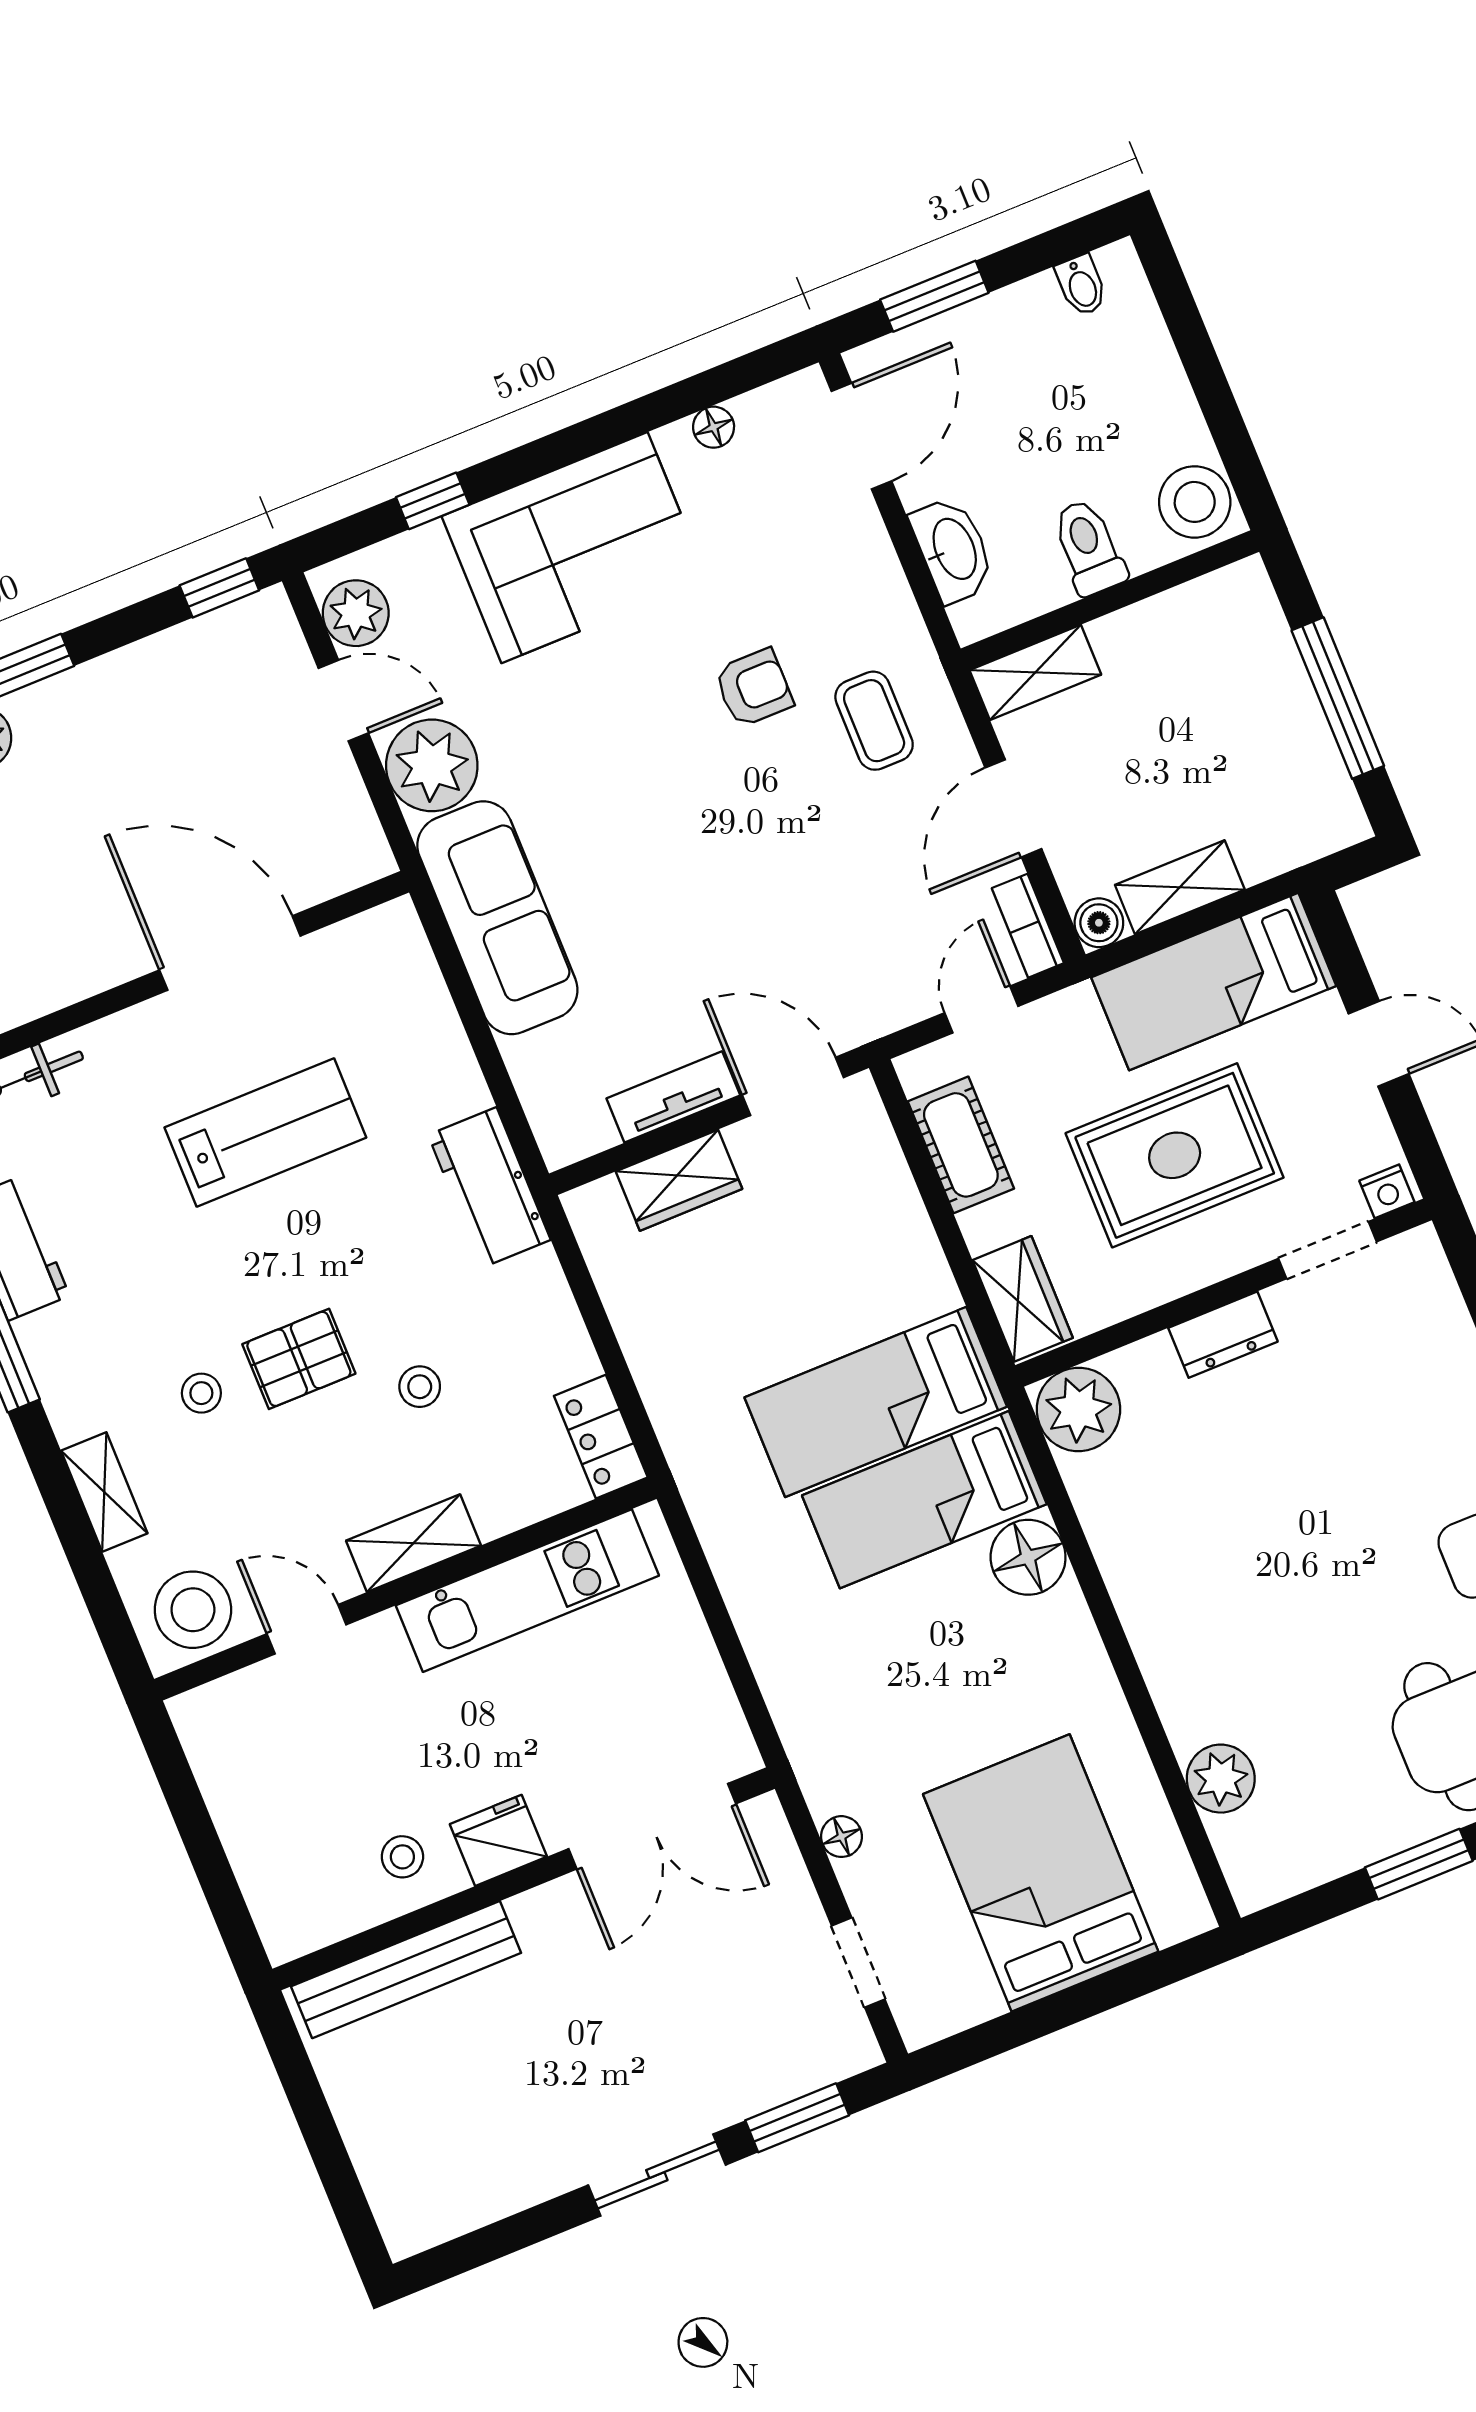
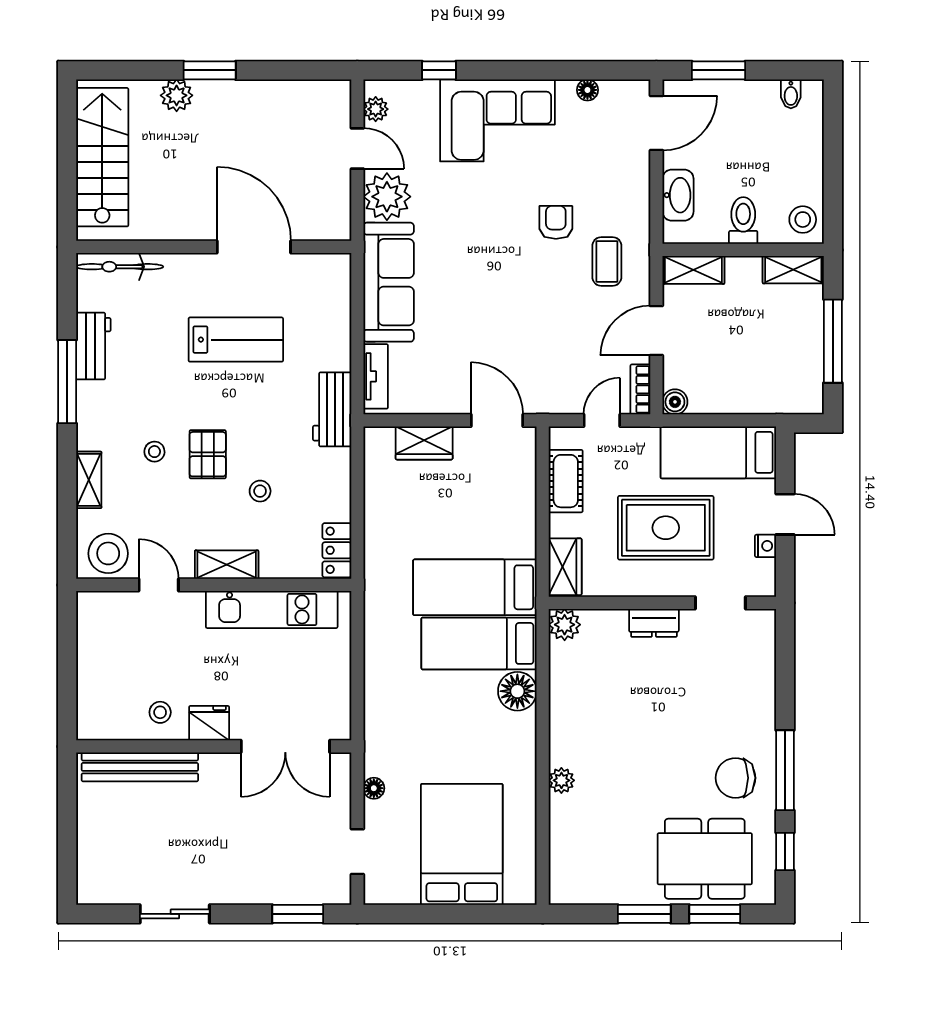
stool: (1195, 502) -> (803, 220), width x0.73, depth x0.73
window: (219, 588) -> (320, 70), removed
plant: (356, 613) -> (376, 109), width x0.73, depth x0.73
armchair: (754, 688) -> (556, 222), turned -90
shelving: (1180, 887) -> (793, 270), moved
tv unit: (673, 1097) -> (376, 376), moved, turned 90
nightstand: (1387, 1191) -> (765, 546), moved, turned -90
pallet: (299, 1359) -> (208, 454), turned 90
plant: (1078, 1409) -> (565, 625), width x0.73, depth x0.73
plant: (1221, 1779) -> (561, 780), moved, width x0.73, depth x0.73
sliding door: (657, 2175) -> (175, 914), moved

